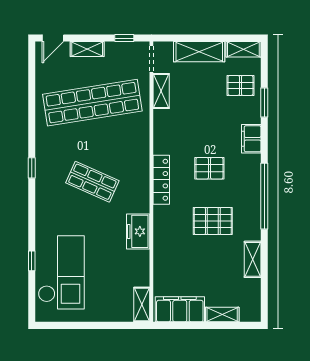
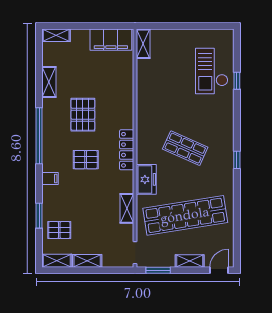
window: (124, 38) -> (158, 270), width x1.50
shelving: (199, 52) -> (87, 261), width x0.67, depth x0.75
shelving: (161, 91) -> (127, 208), moved
filing cabinet: (251, 139) -> (50, 179), width x0.50
pallet: (213, 221) -> (83, 115), turned 90
freezer: (138, 231) -> (146, 179), moved
checkout: (61, 272) -> (212, 71), width x0.73, depth x0.83
shelving: (222, 315) -> (56, 35), moved

